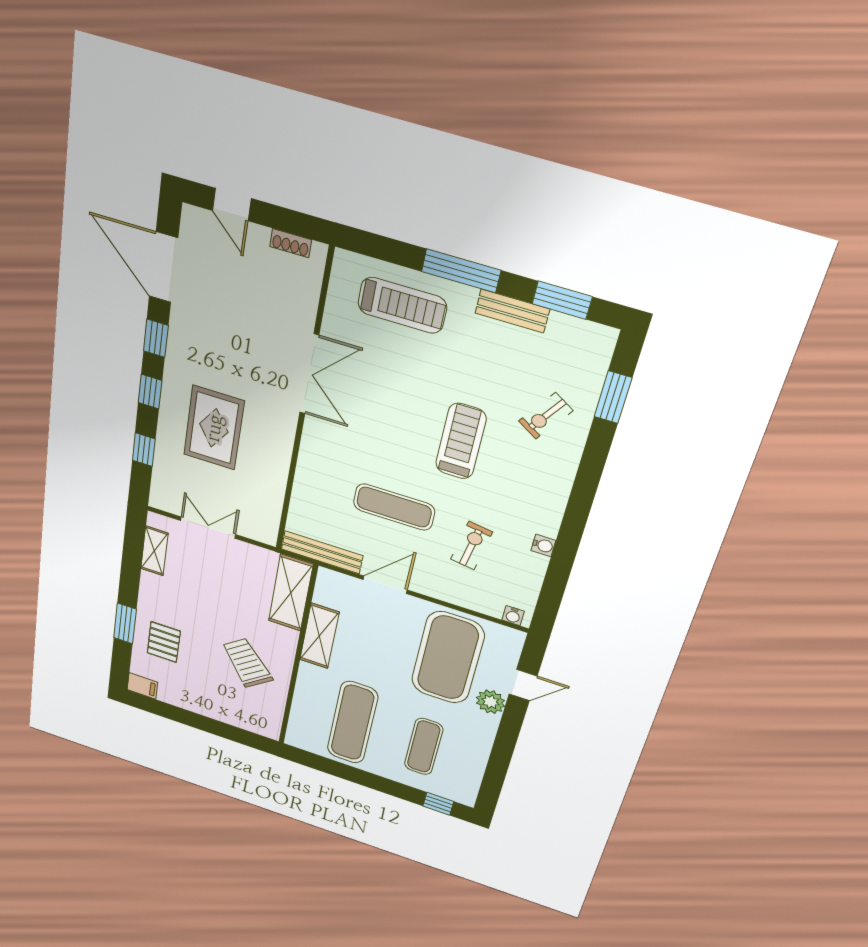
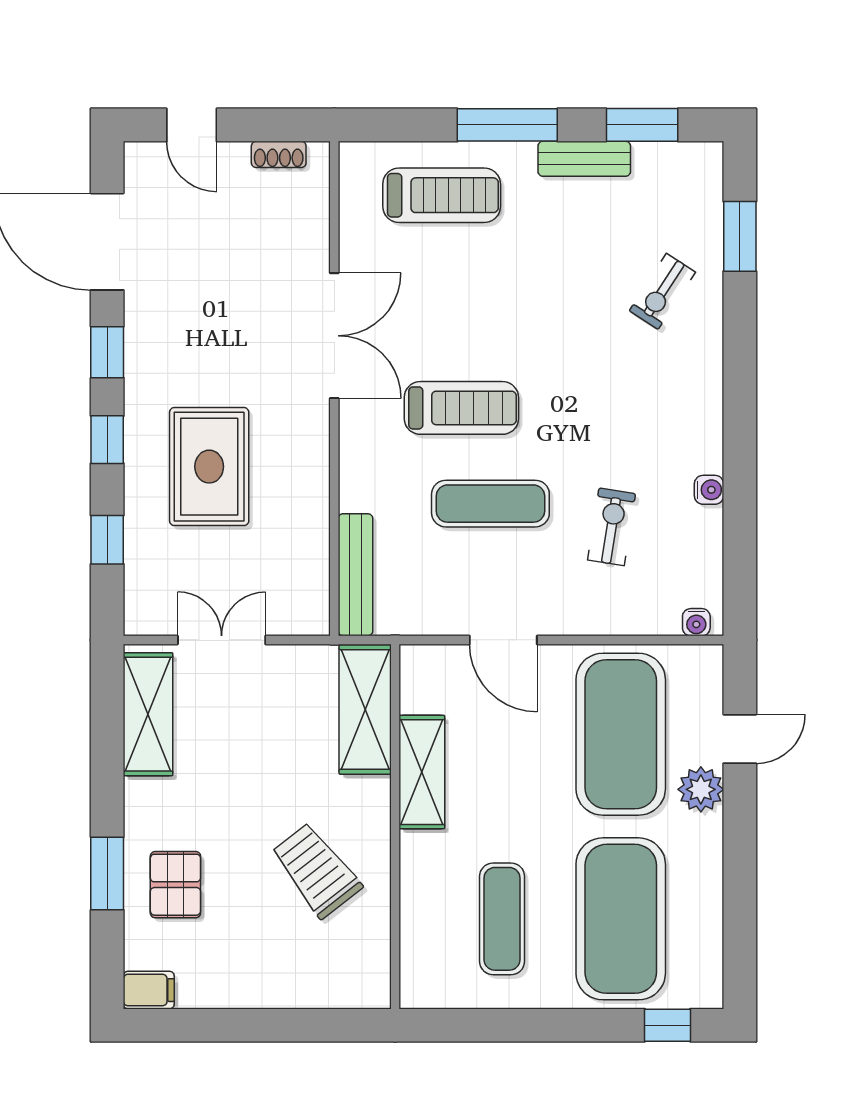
treadmill: (461, 441) -> (461, 408), moved, turned 90
shelving: (154, 551) -> (148, 714), width x1.50, depth x1.33
bench: (322, 552) -> (355, 575), moved, turned 90
door: (385, 585) -> (503, 640), swing flipped
exercise mat: (352, 723) -> (502, 919), width x0.73, depth x0.69
exercise mat: (424, 747) -> (621, 919), width x2.00, depth x1.45

